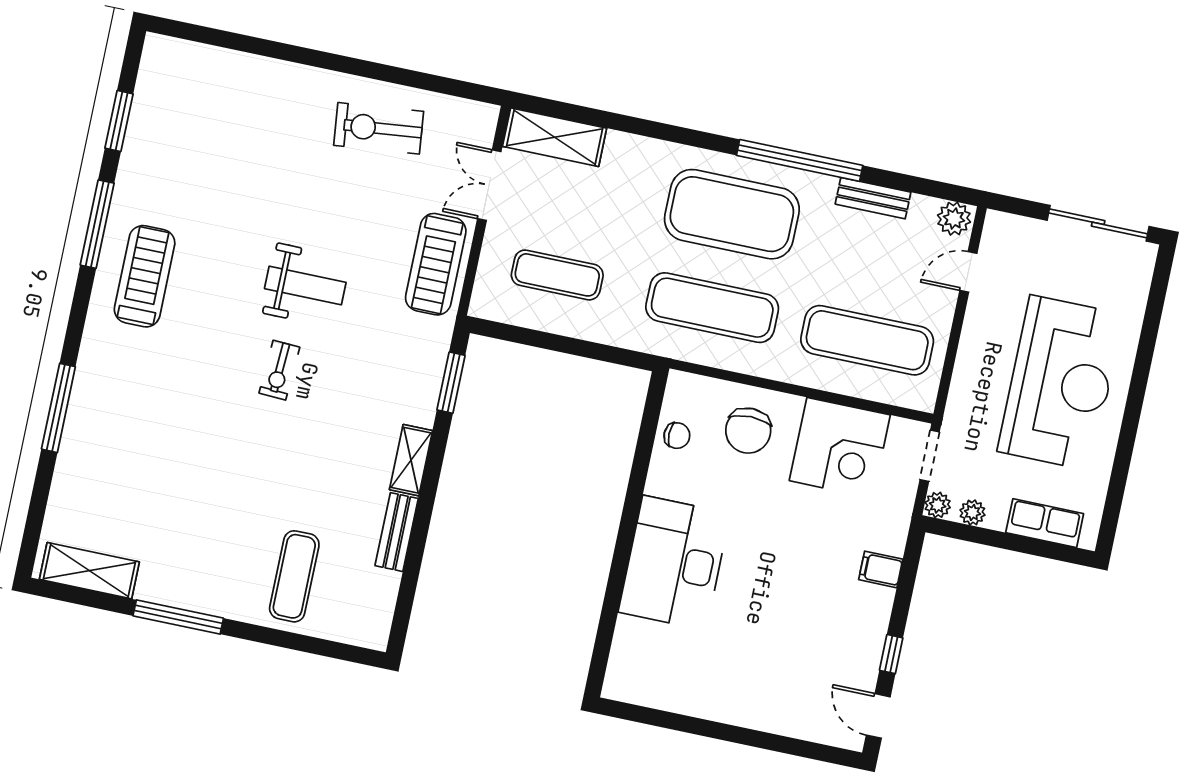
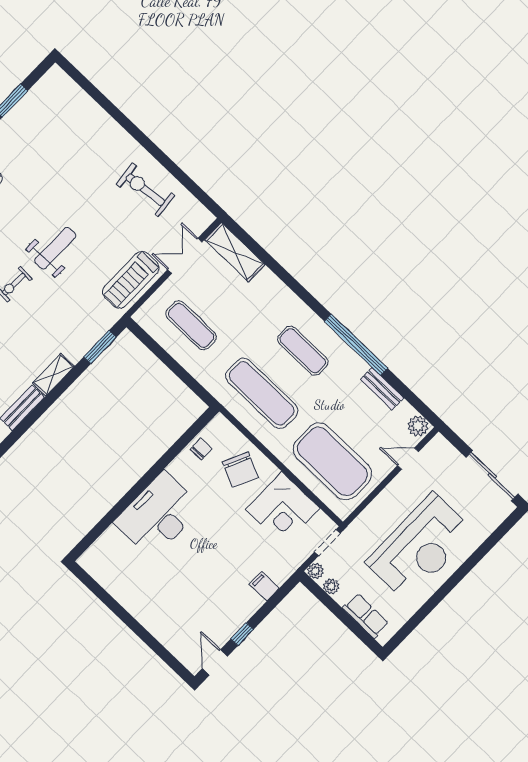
exercise mat: (732, 214) -> (303, 351), width x0.50, depth x0.69
weight bench: (305, 285) -> (55, 248), turned -90
exercise mat: (867, 340) -> (332, 461), width x1.47
chair: (748, 431) -> (240, 470), turned -65
chair: (677, 436) -> (201, 449), turned -91

